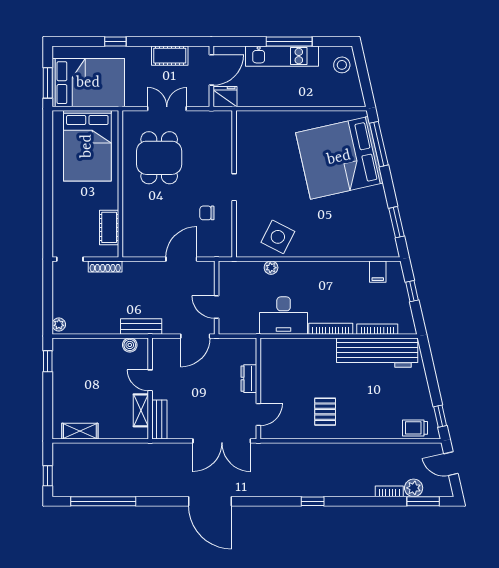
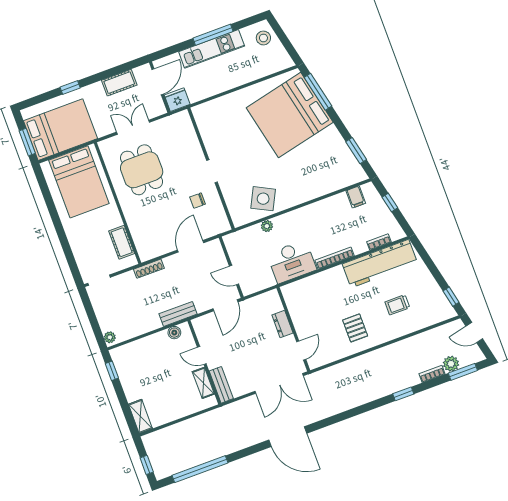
shoe rack: (105, 267) -> (149, 269), moved
bookcase: (377, 329) -> (379, 242), width x0.64
trolley: (415, 428) -> (397, 305), moved
shelving: (80, 431) -> (140, 416), moved, turned 90
window: (313, 501) -> (403, 394), moved

